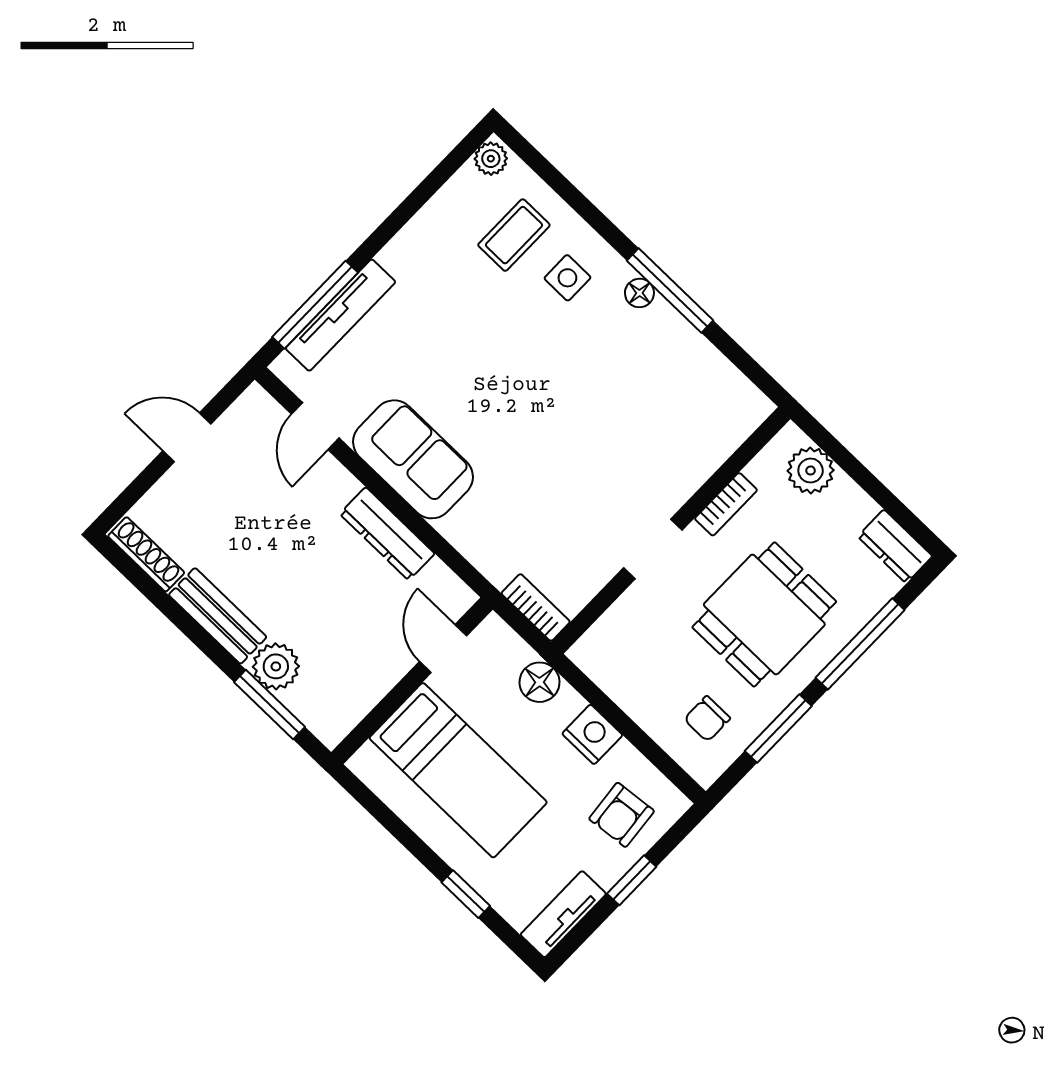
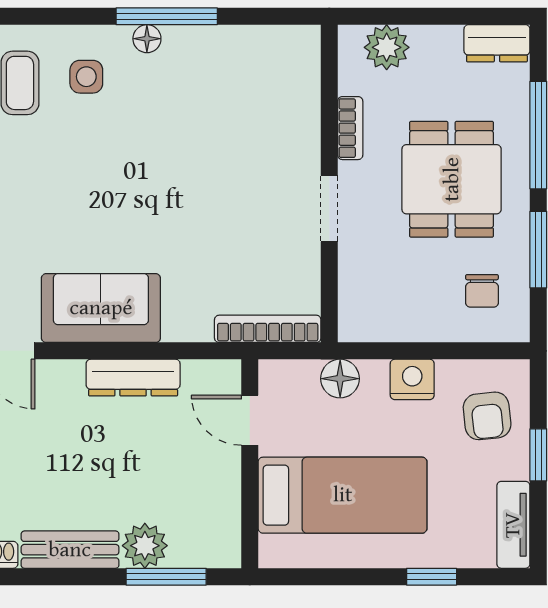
bookcase: (536, 607) -> (268, 329), width x1.56

